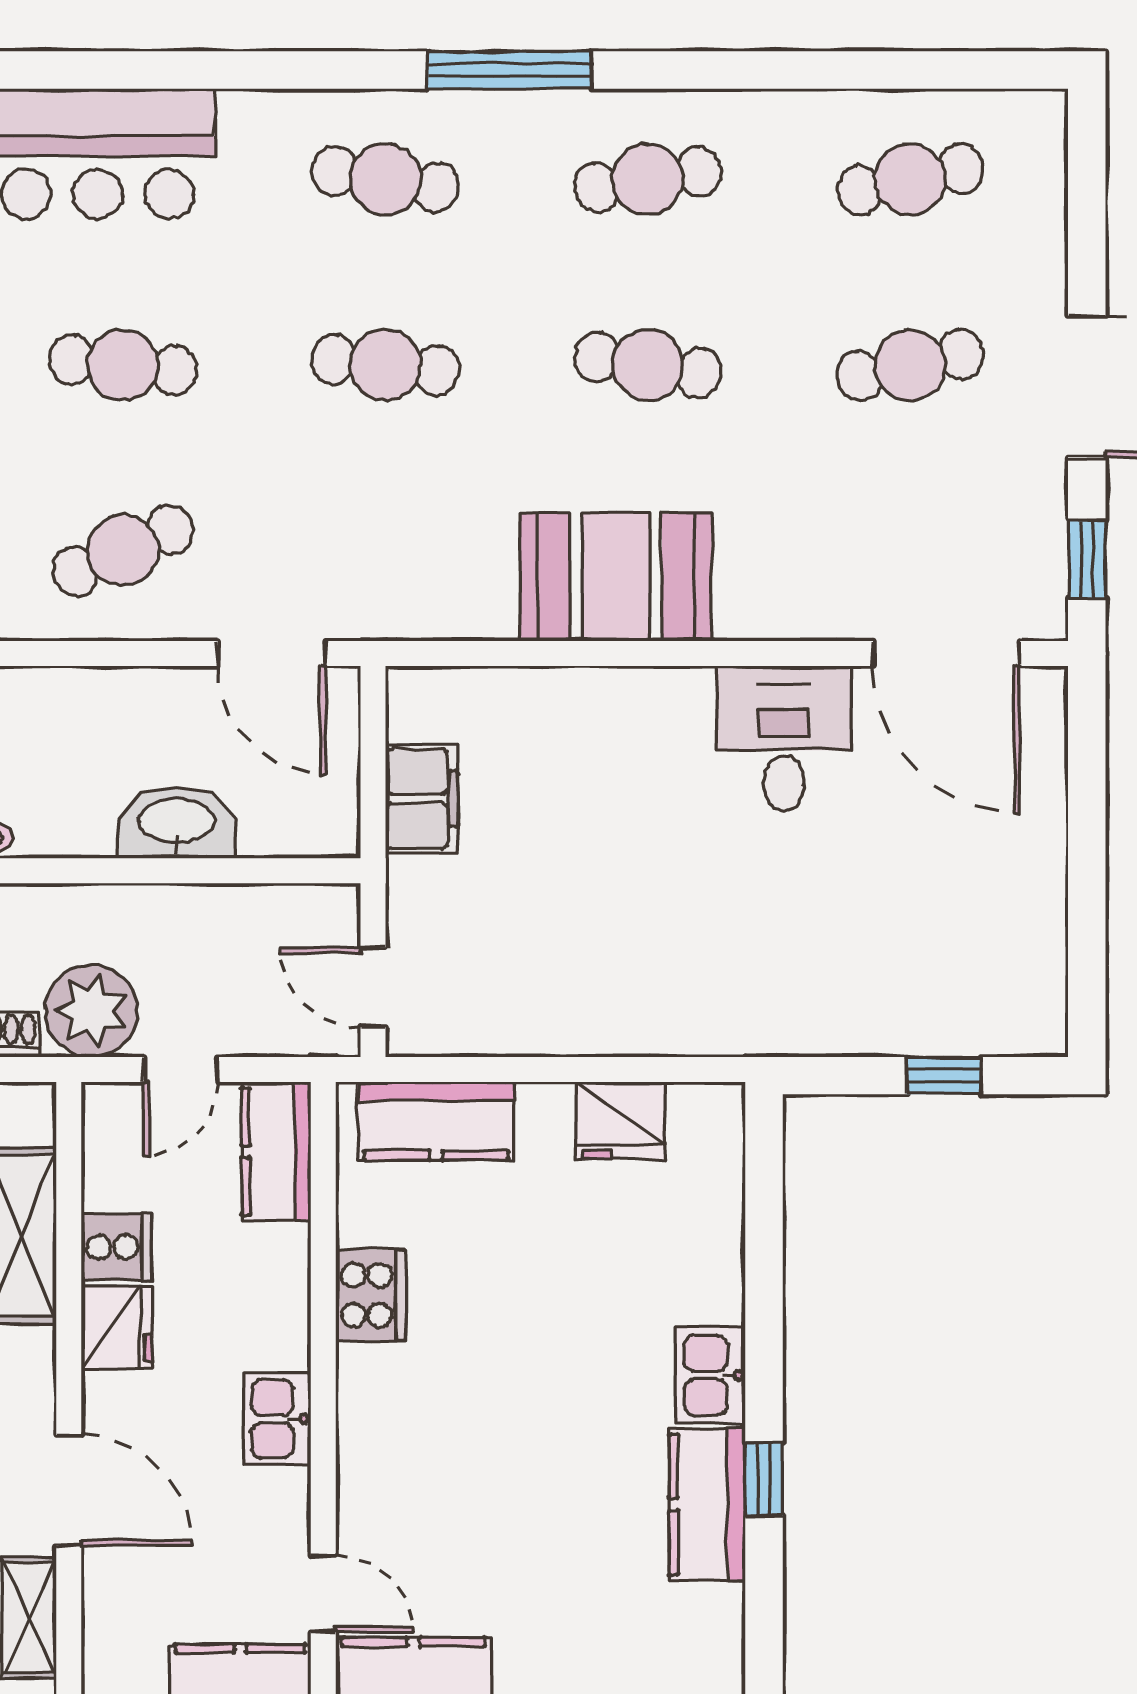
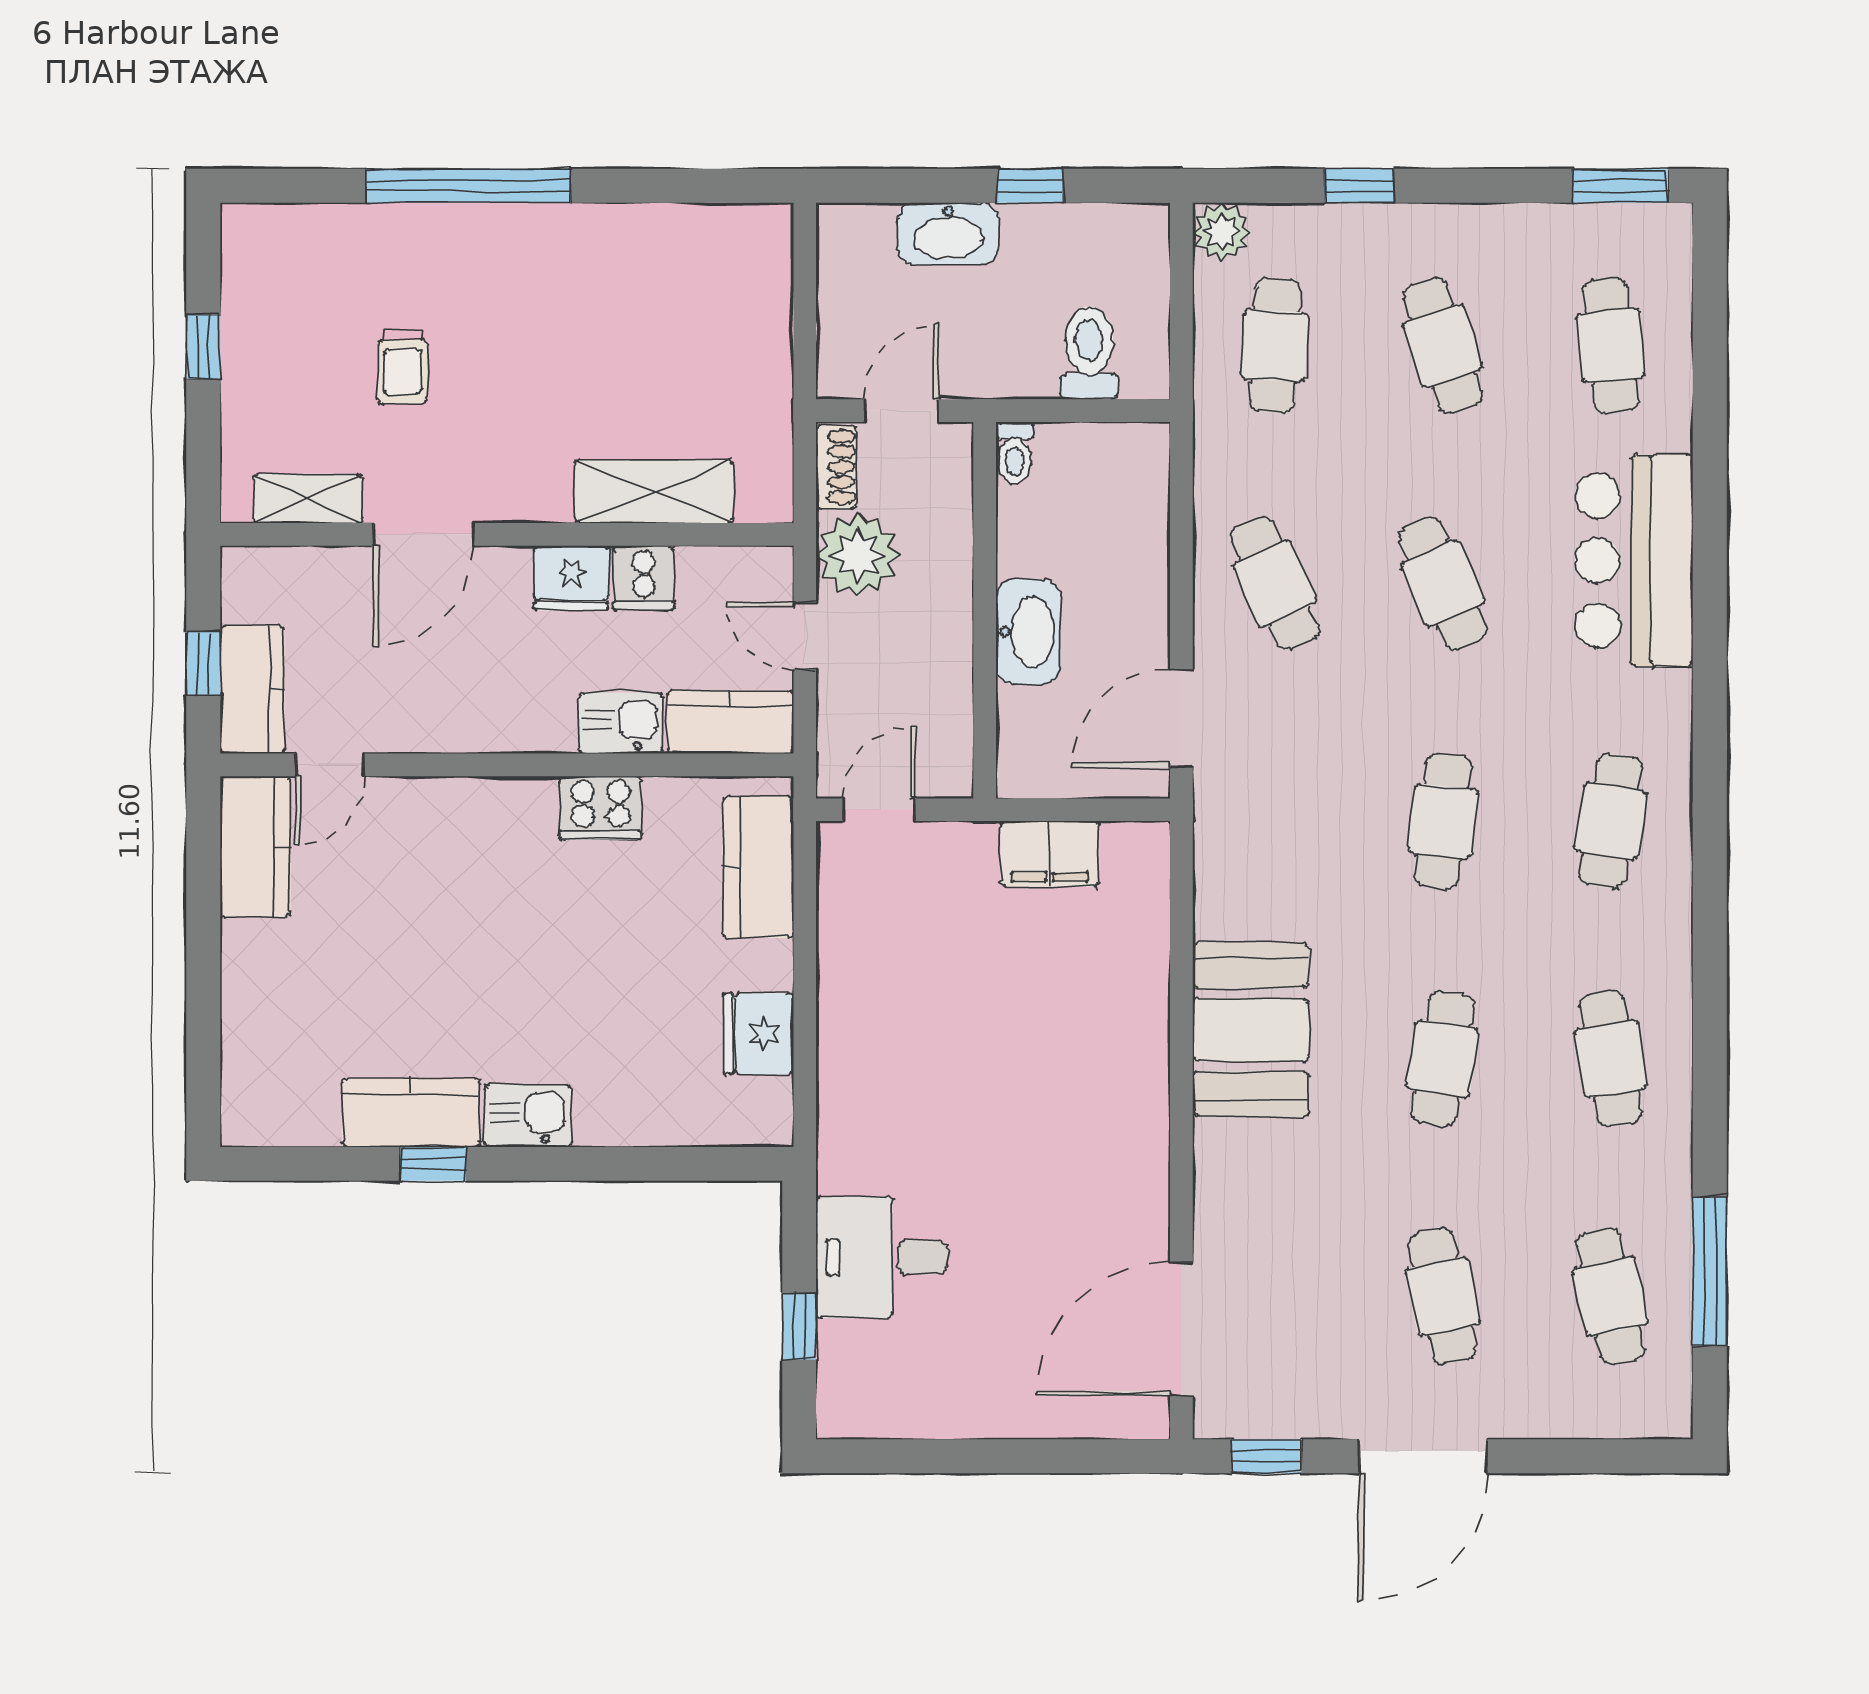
window: (510, 70) -> (1710, 1272), moved
cafe table: (123, 365) -> (1443, 583), turned -30
desk: (784, 739) -> (882, 1257), moved, turned 180
kitchen sink: (277, 1419) -> (621, 723), moved

